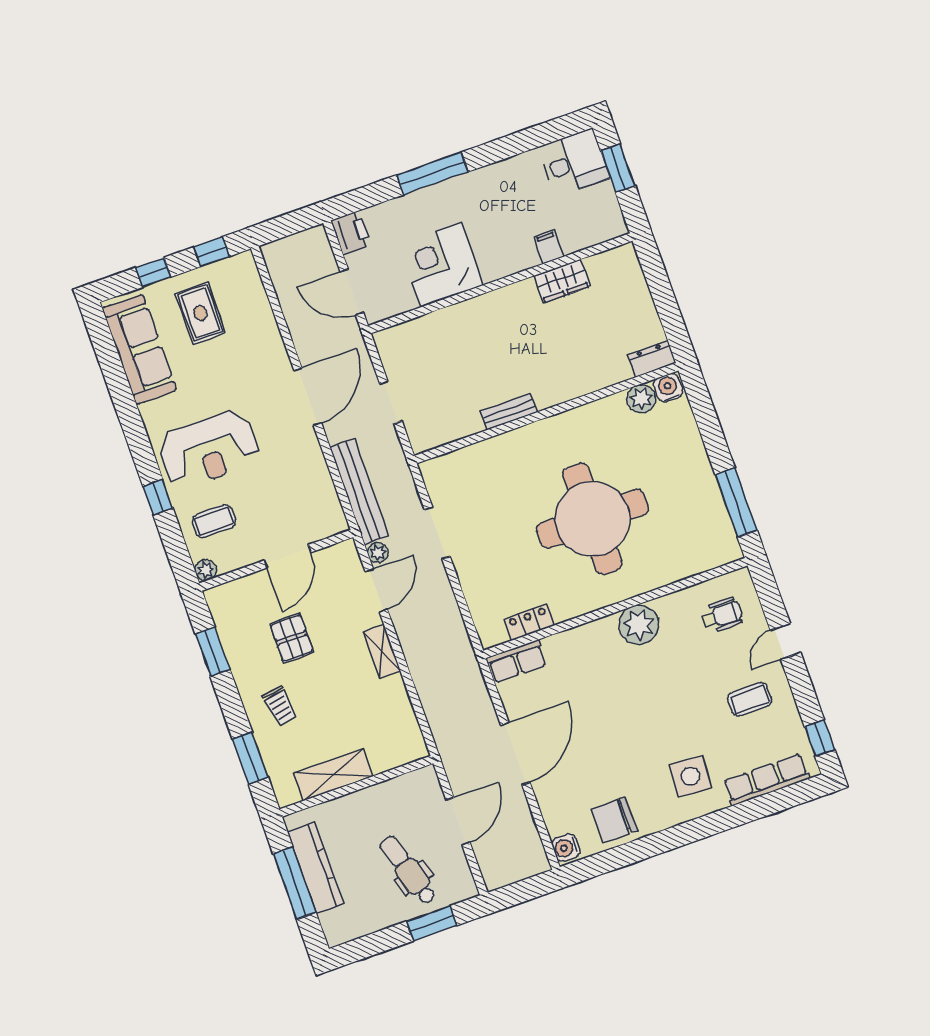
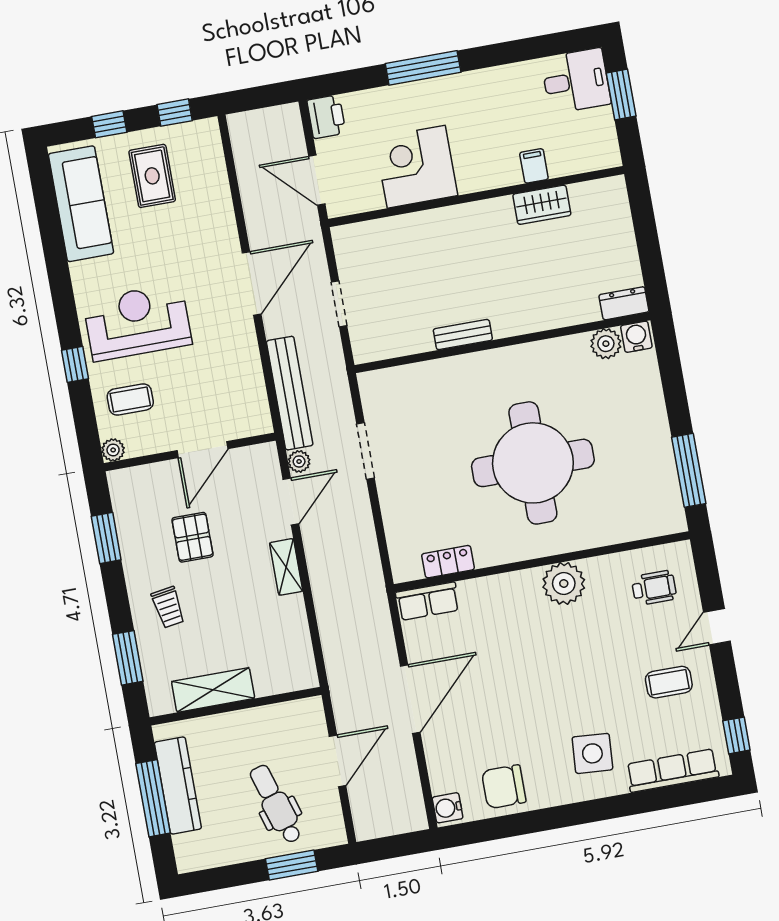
reception desk: (209, 449) -> (137, 322), turned 180

